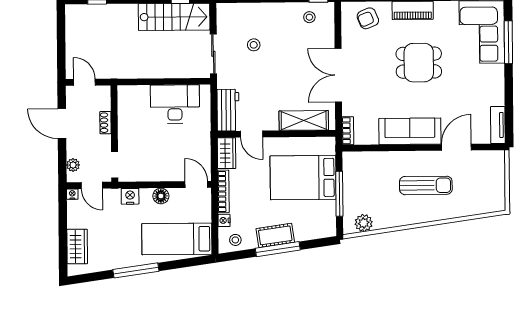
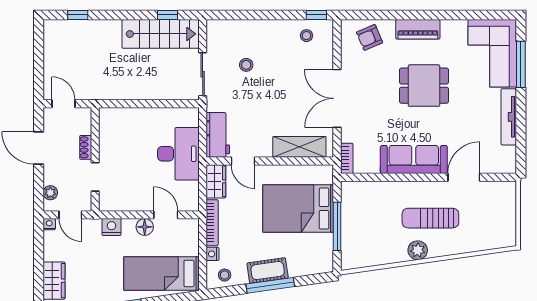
desk: (175, 104) -> (178, 154), moved, turned 90
tv unit: (498, 125) -> (509, 117), moved, width x1.41
doorway: (115, 165) -> (95, 177), moved
door: (196, 184) -> (166, 215), moved
sun lounger: (426, 185) -> (430, 218), turned 180
plant: (364, 223) -> (418, 250), moved

